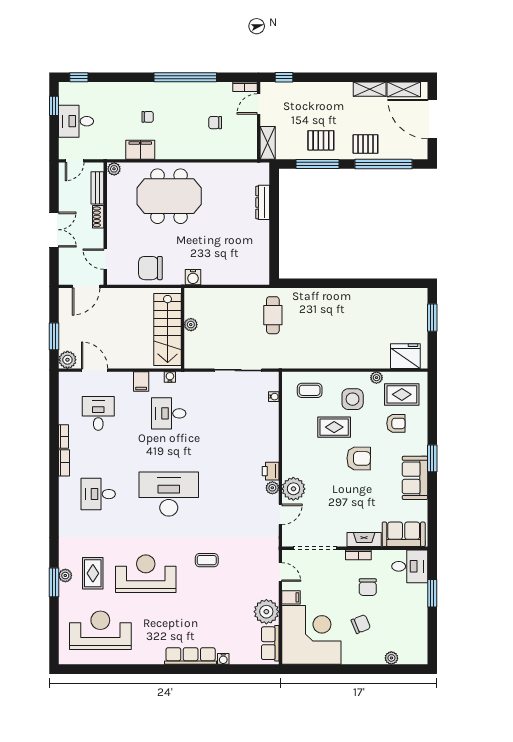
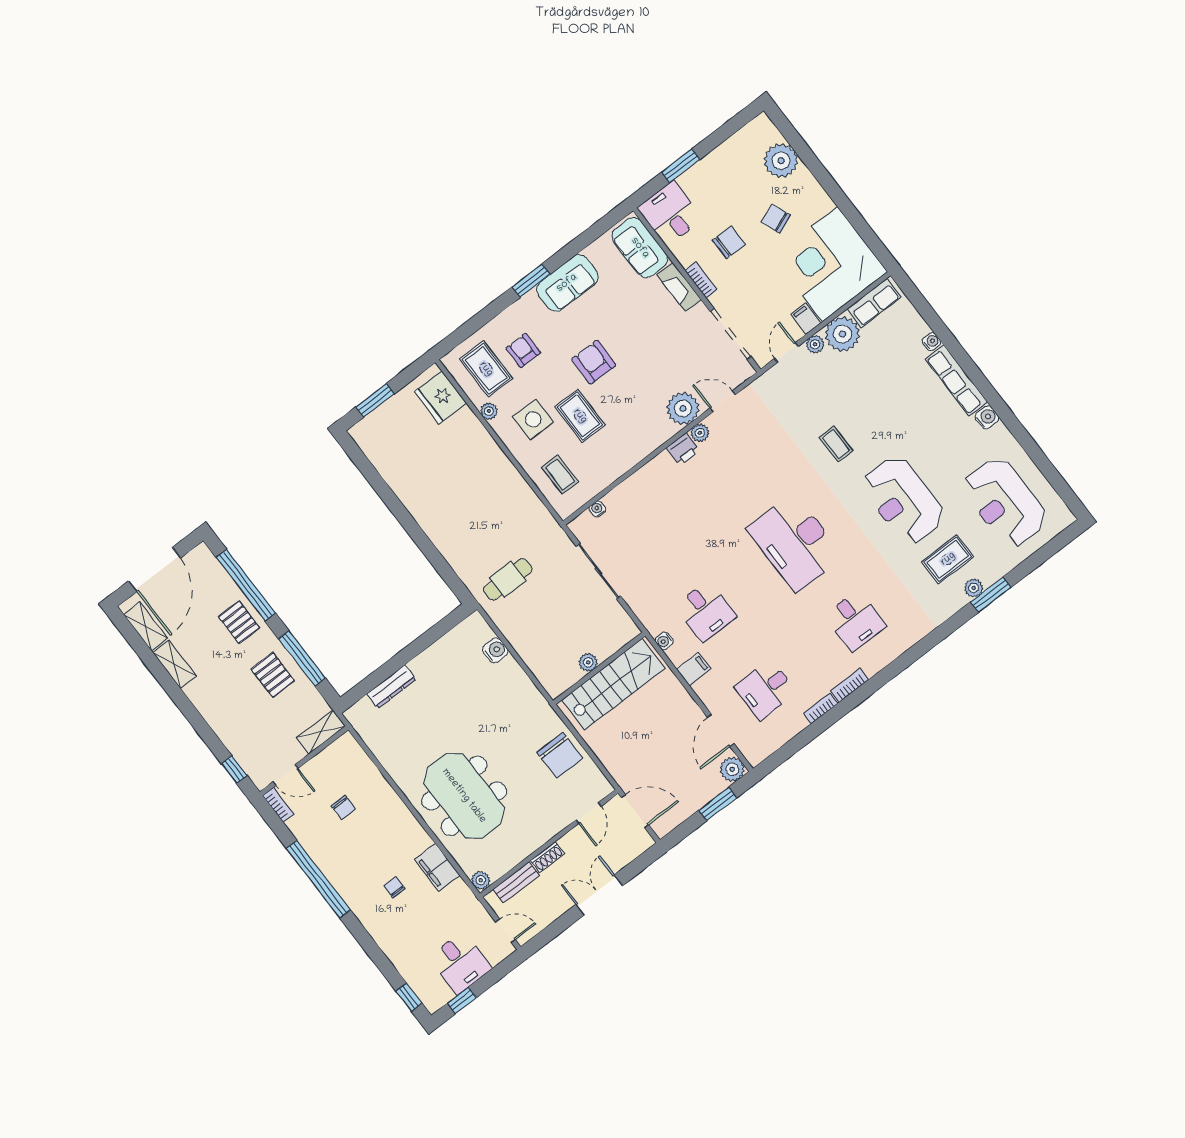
water cooler: (193, 277) -> (495, 650), moved
plant: (272, 592) -> (815, 344), added
water cooler: (156, 657) -> (987, 417), added
plant: (391, 658) -> (781, 161), width x1.87, depth x1.87

